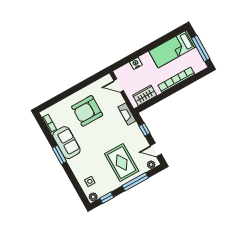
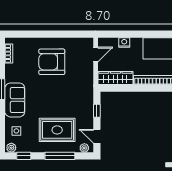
door: (119, 86) -> (96, 54), swing flipped
wardrobe: (145, 95) -> (115, 78), width x1.50
fireplace: (127, 114) -> (88, 86), removed
sofa: (66, 143) -> (15, 100), moved
rug: (122, 162) -> (57, 130), turned 90

